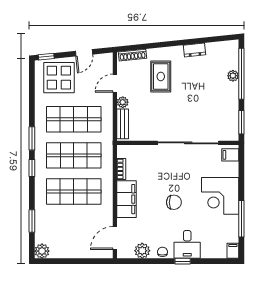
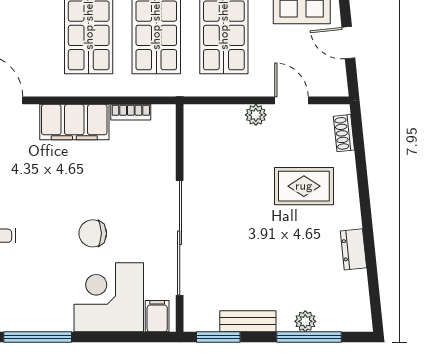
shoe rack: (132, 55) -> (344, 133), width x0.70
window: (241, 74) -> (309, 337), width x0.68
bench: (123, 124) -> (248, 321), moved
corner desk: (220, 196) -> (109, 297), moved
chair: (174, 202) -> (93, 233), moved, turned 90

